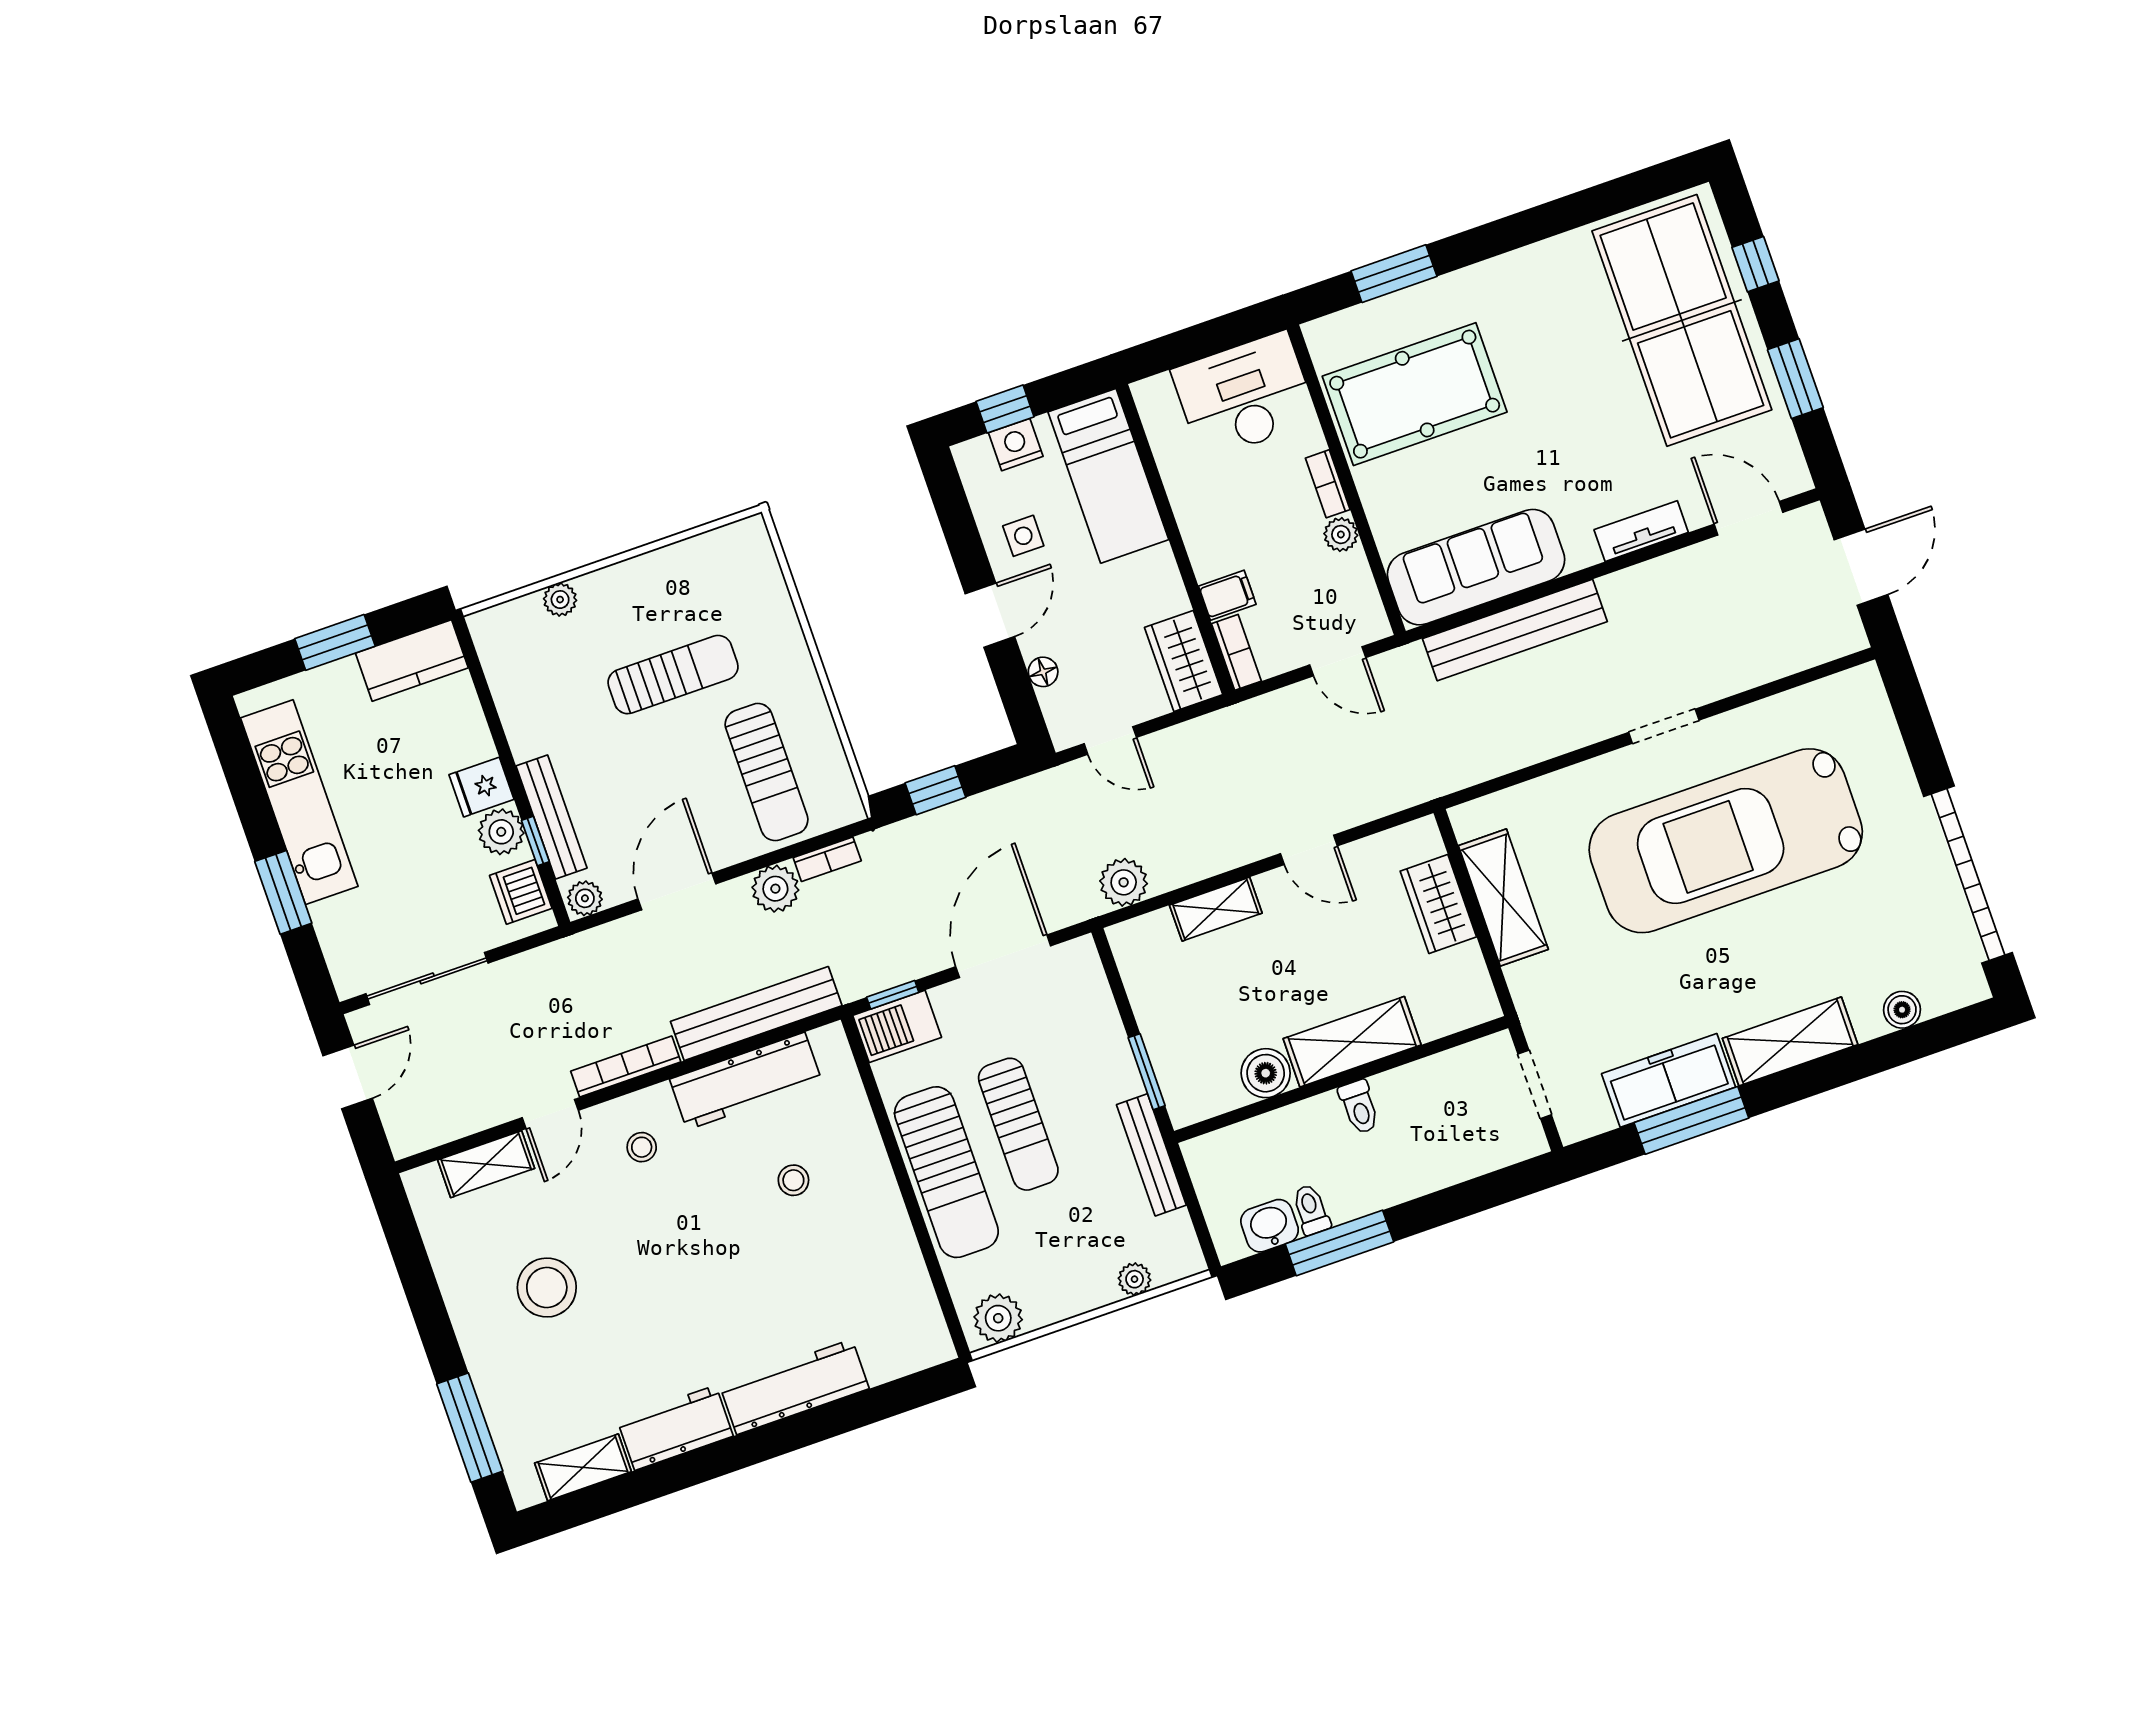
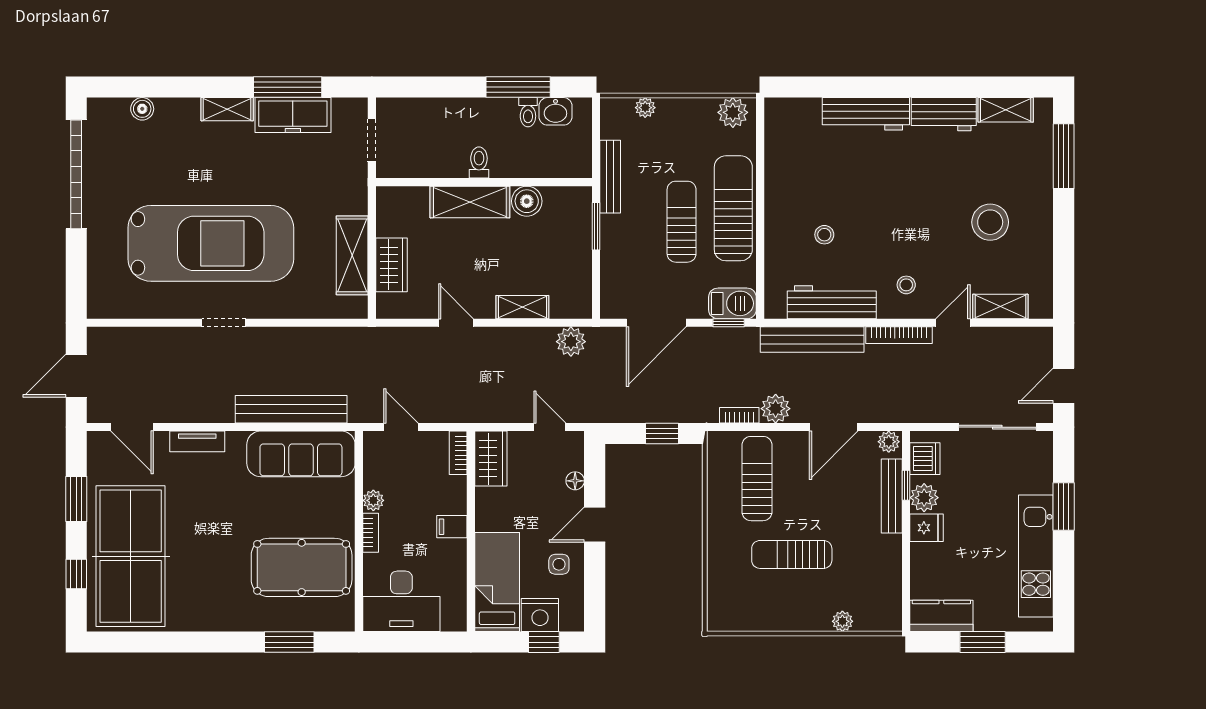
nightstand: (1016, 445) -> (540, 615), width x1.36, depth x1.33
filing cabinet: (1227, 595) -> (452, 527), moved
shelving: (1790, 1041) -> (227, 109), width x0.67, depth x0.75

